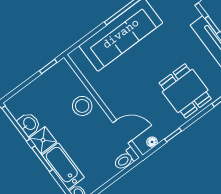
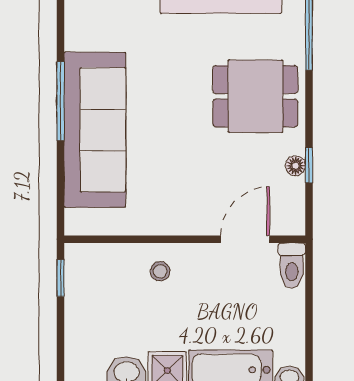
stool: (82, 106) -> (160, 271), width x0.53, depth x0.53
floor lamp: (152, 142) -> (296, 166), moved

